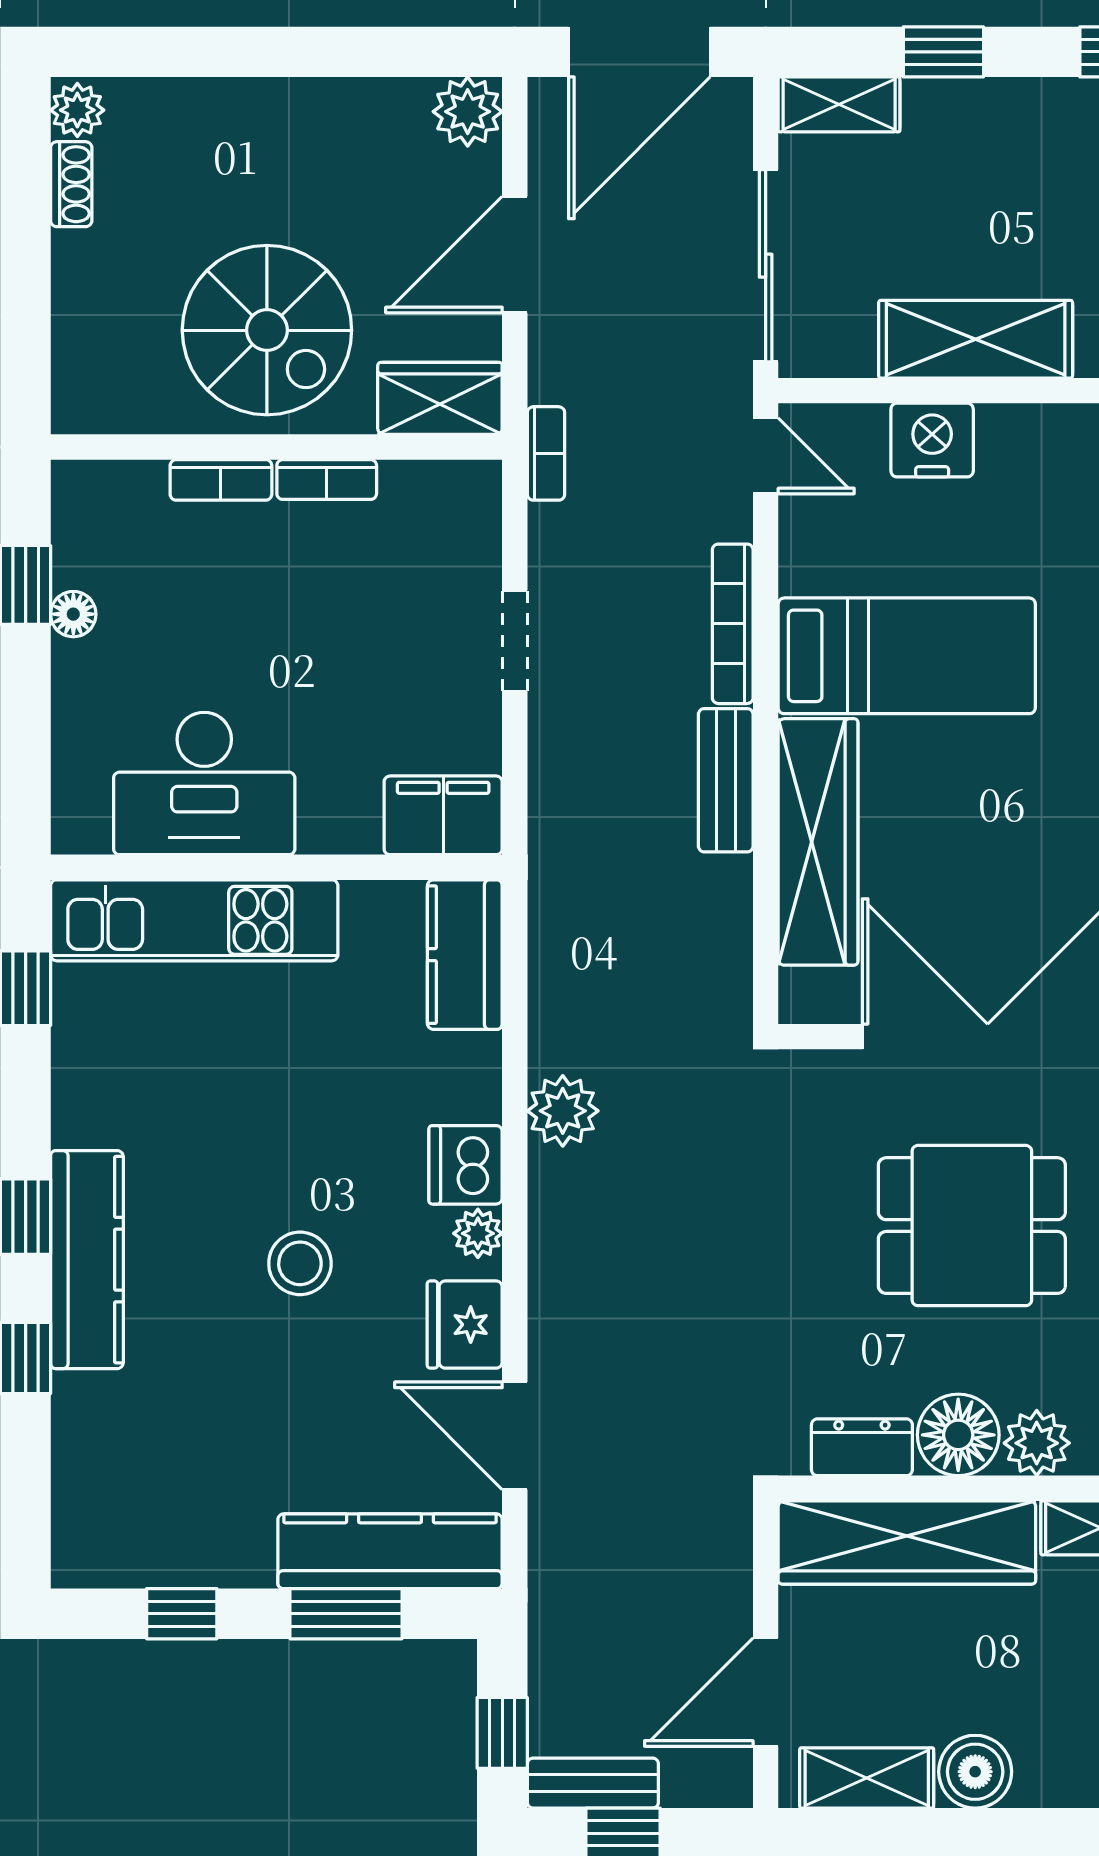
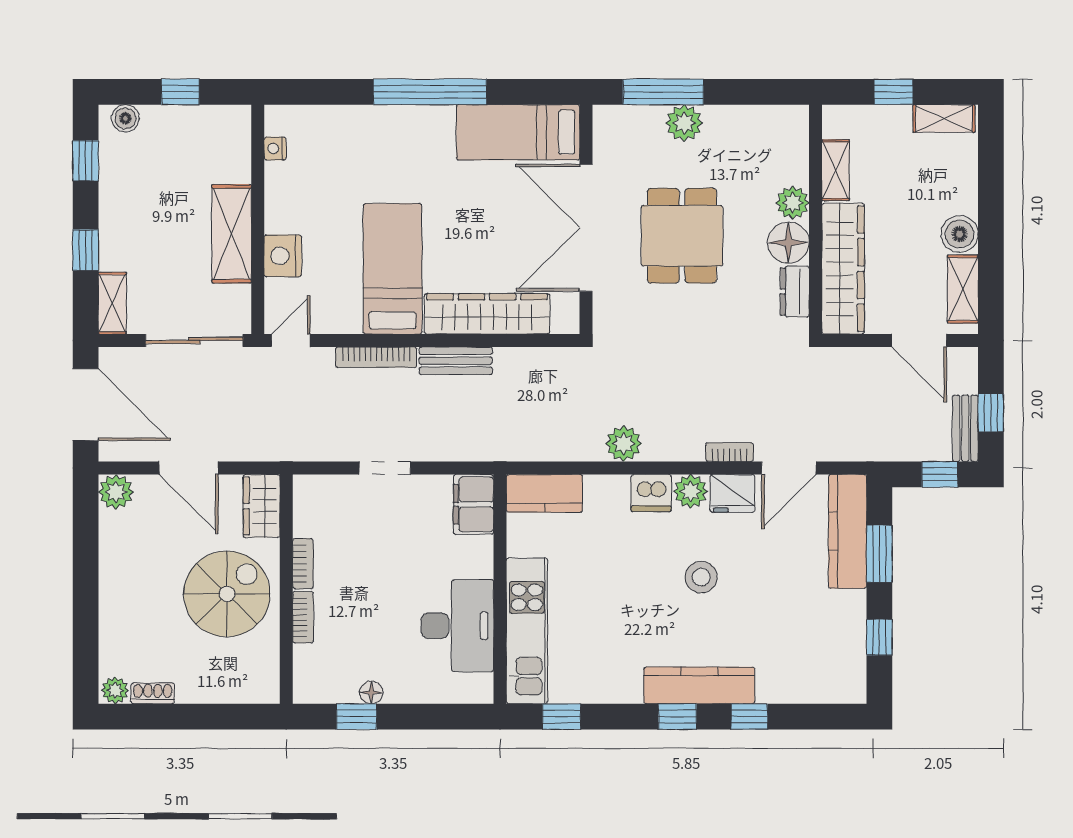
bookcase: (546, 453) -> (729, 452), moved
plant: (478, 1233) -> (691, 491), width x1.38, depth x1.38

